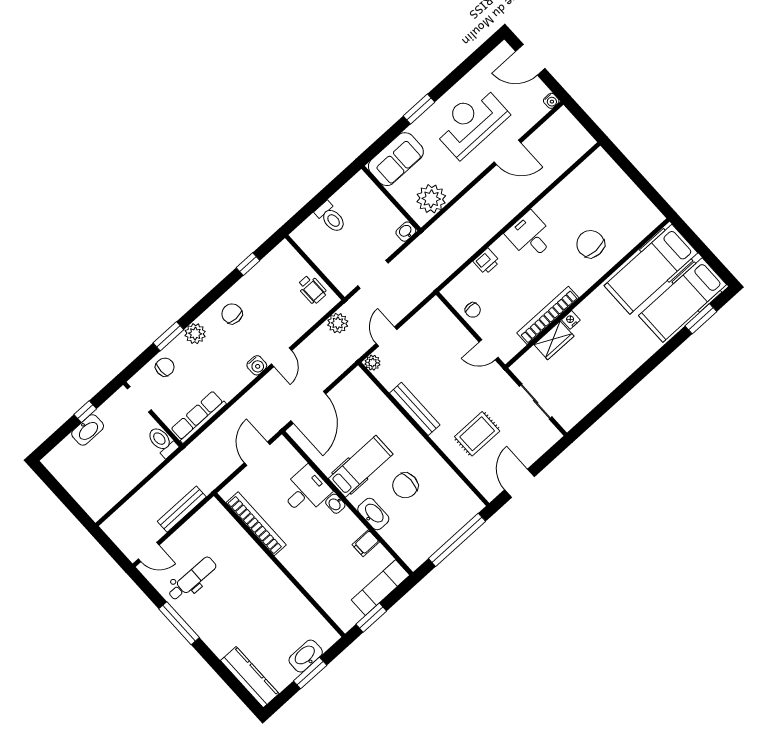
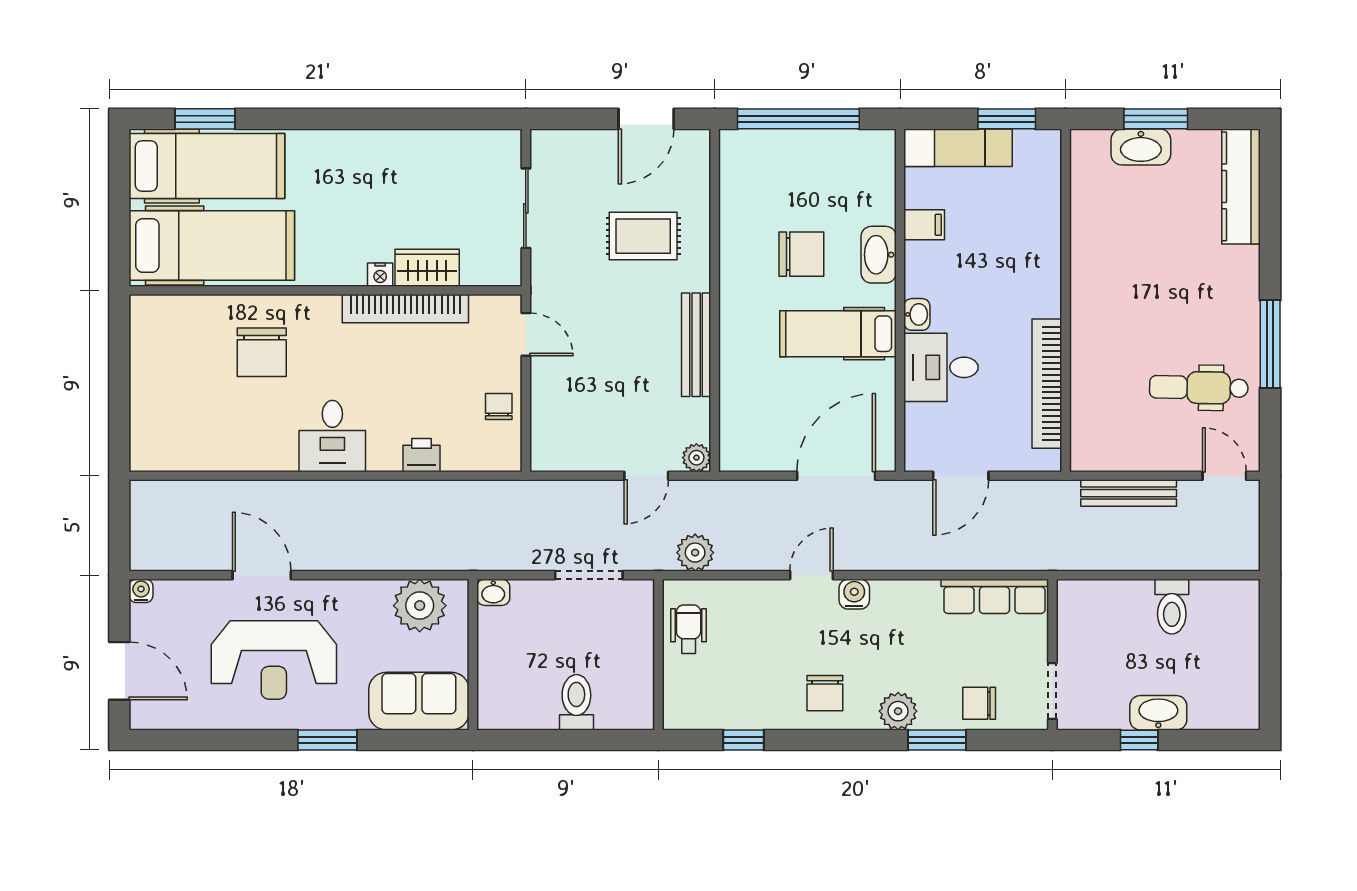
toilet: (162, 442) -> (1172, 607), moved

